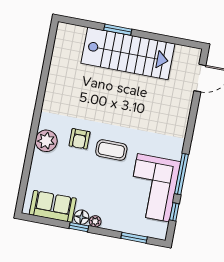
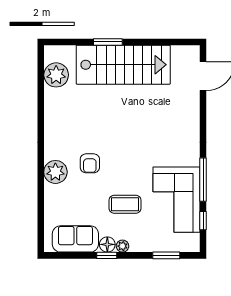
plant: (64, 51) -> (56, 75), added
coffee table: (111, 150) -> (125, 204), moved

